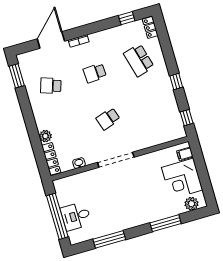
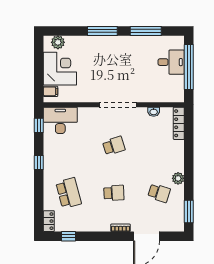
desk: (167, 129) -> (60, 120), added
plant: (45, 136) -> (178, 178), moved
window: (166, 223) -> (102, 31), moved

